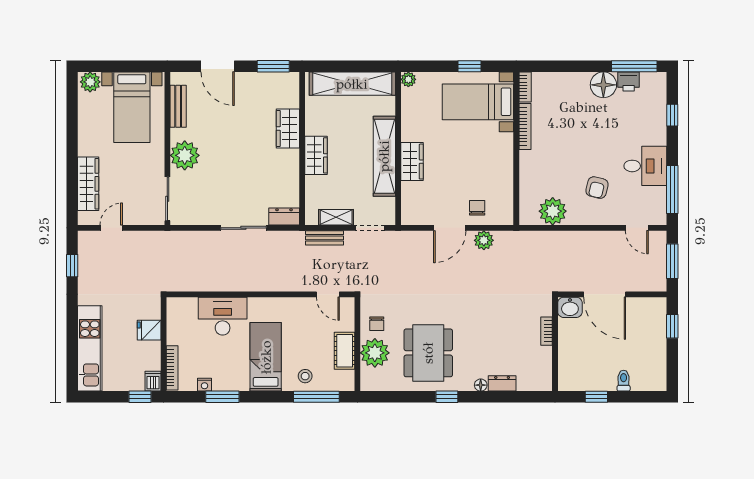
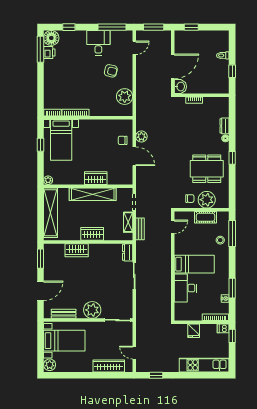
floor lamp: (603, 85) -> (51, 38), moved
bed: (266, 357) -> (194, 264), moved, turned 180

